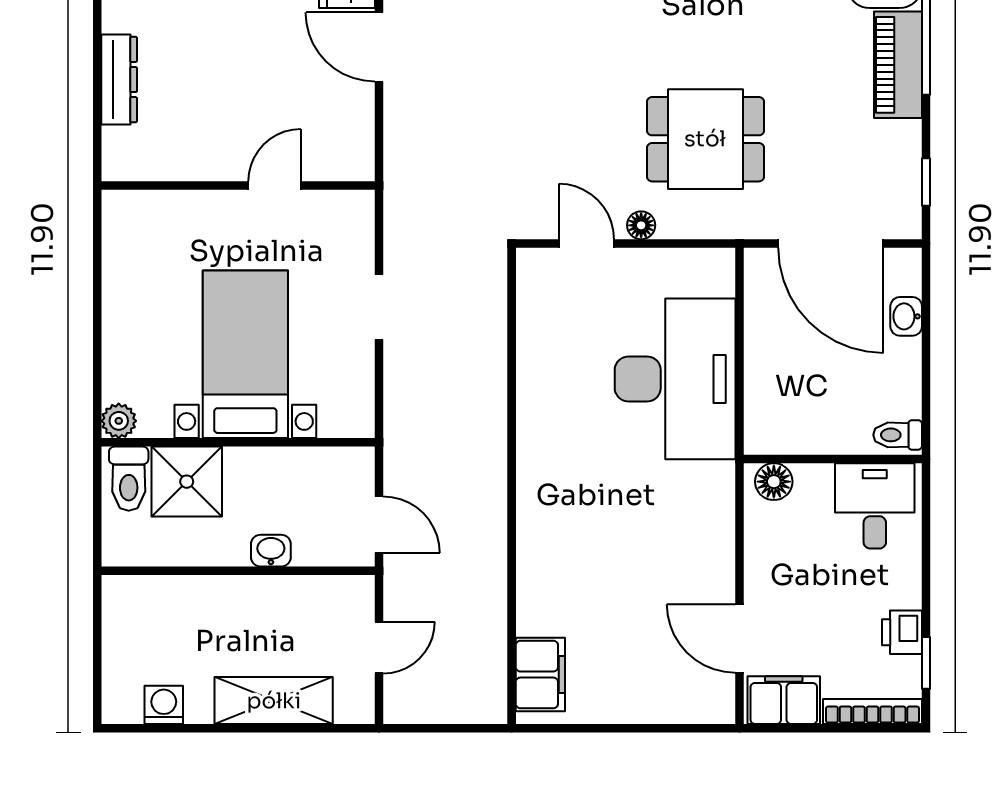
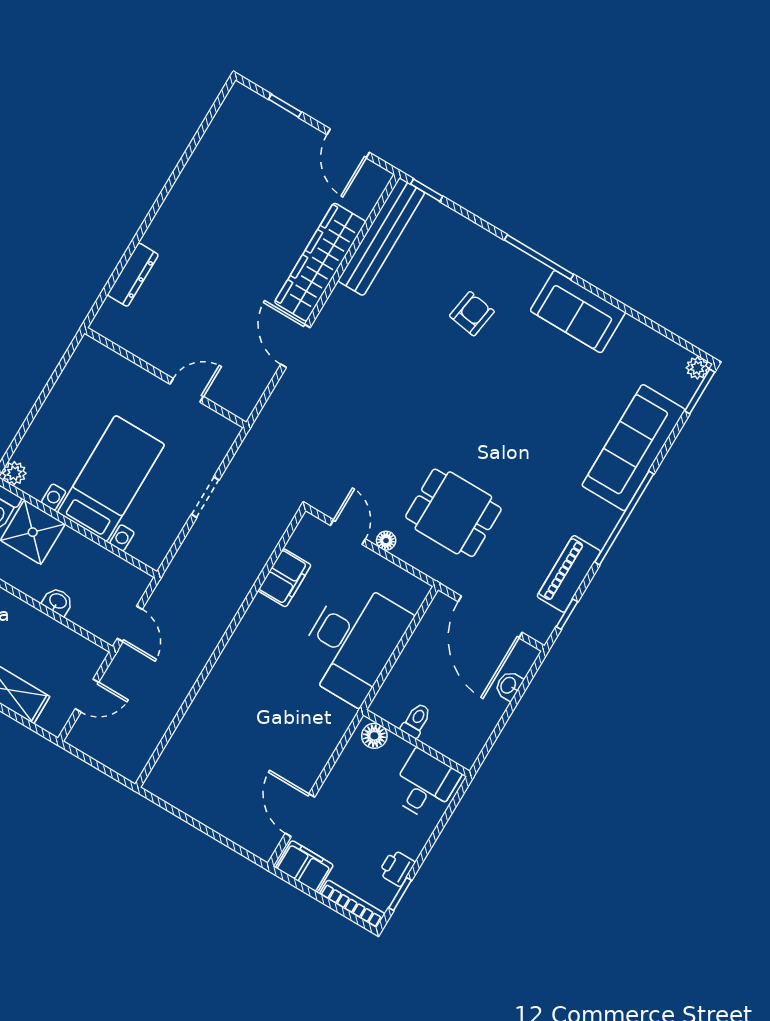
piano: (898, 65) -> (569, 574), moved
toilet: (898, 435) -> (416, 720), moved, turned 90
filing cabinet: (540, 675) -> (284, 578), moved

